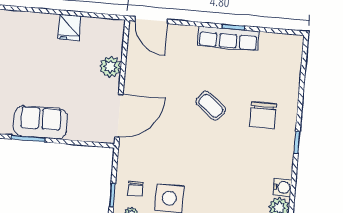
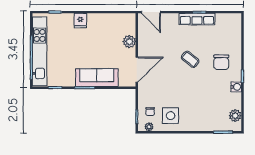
fridge: (70, 27) -> (80, 21), moved
sofa: (41, 122) -> (97, 78), width x1.36
water cooler: (282, 187) -> (236, 87), moved

